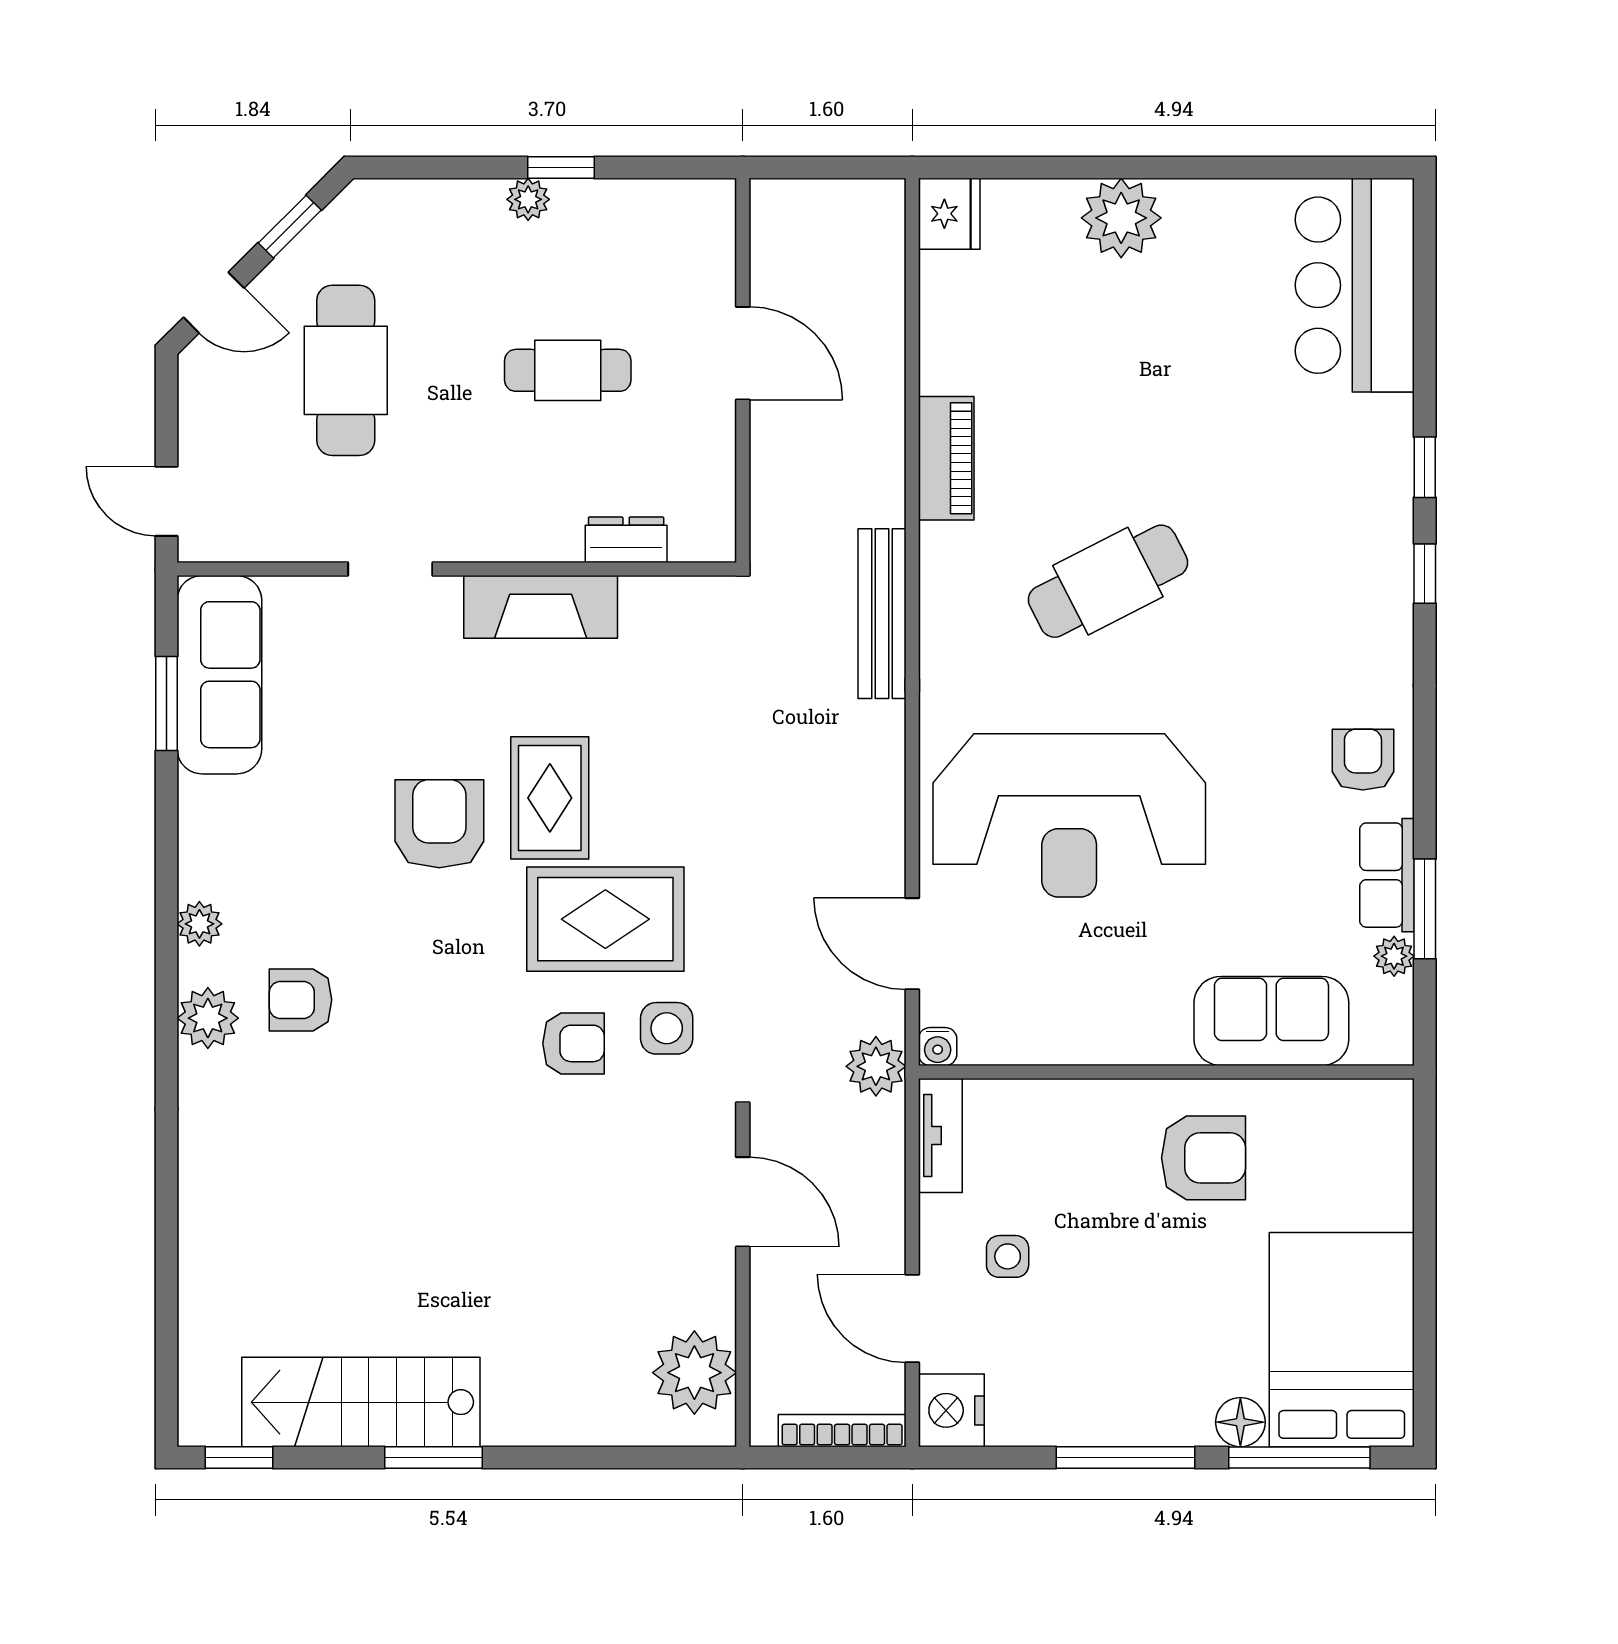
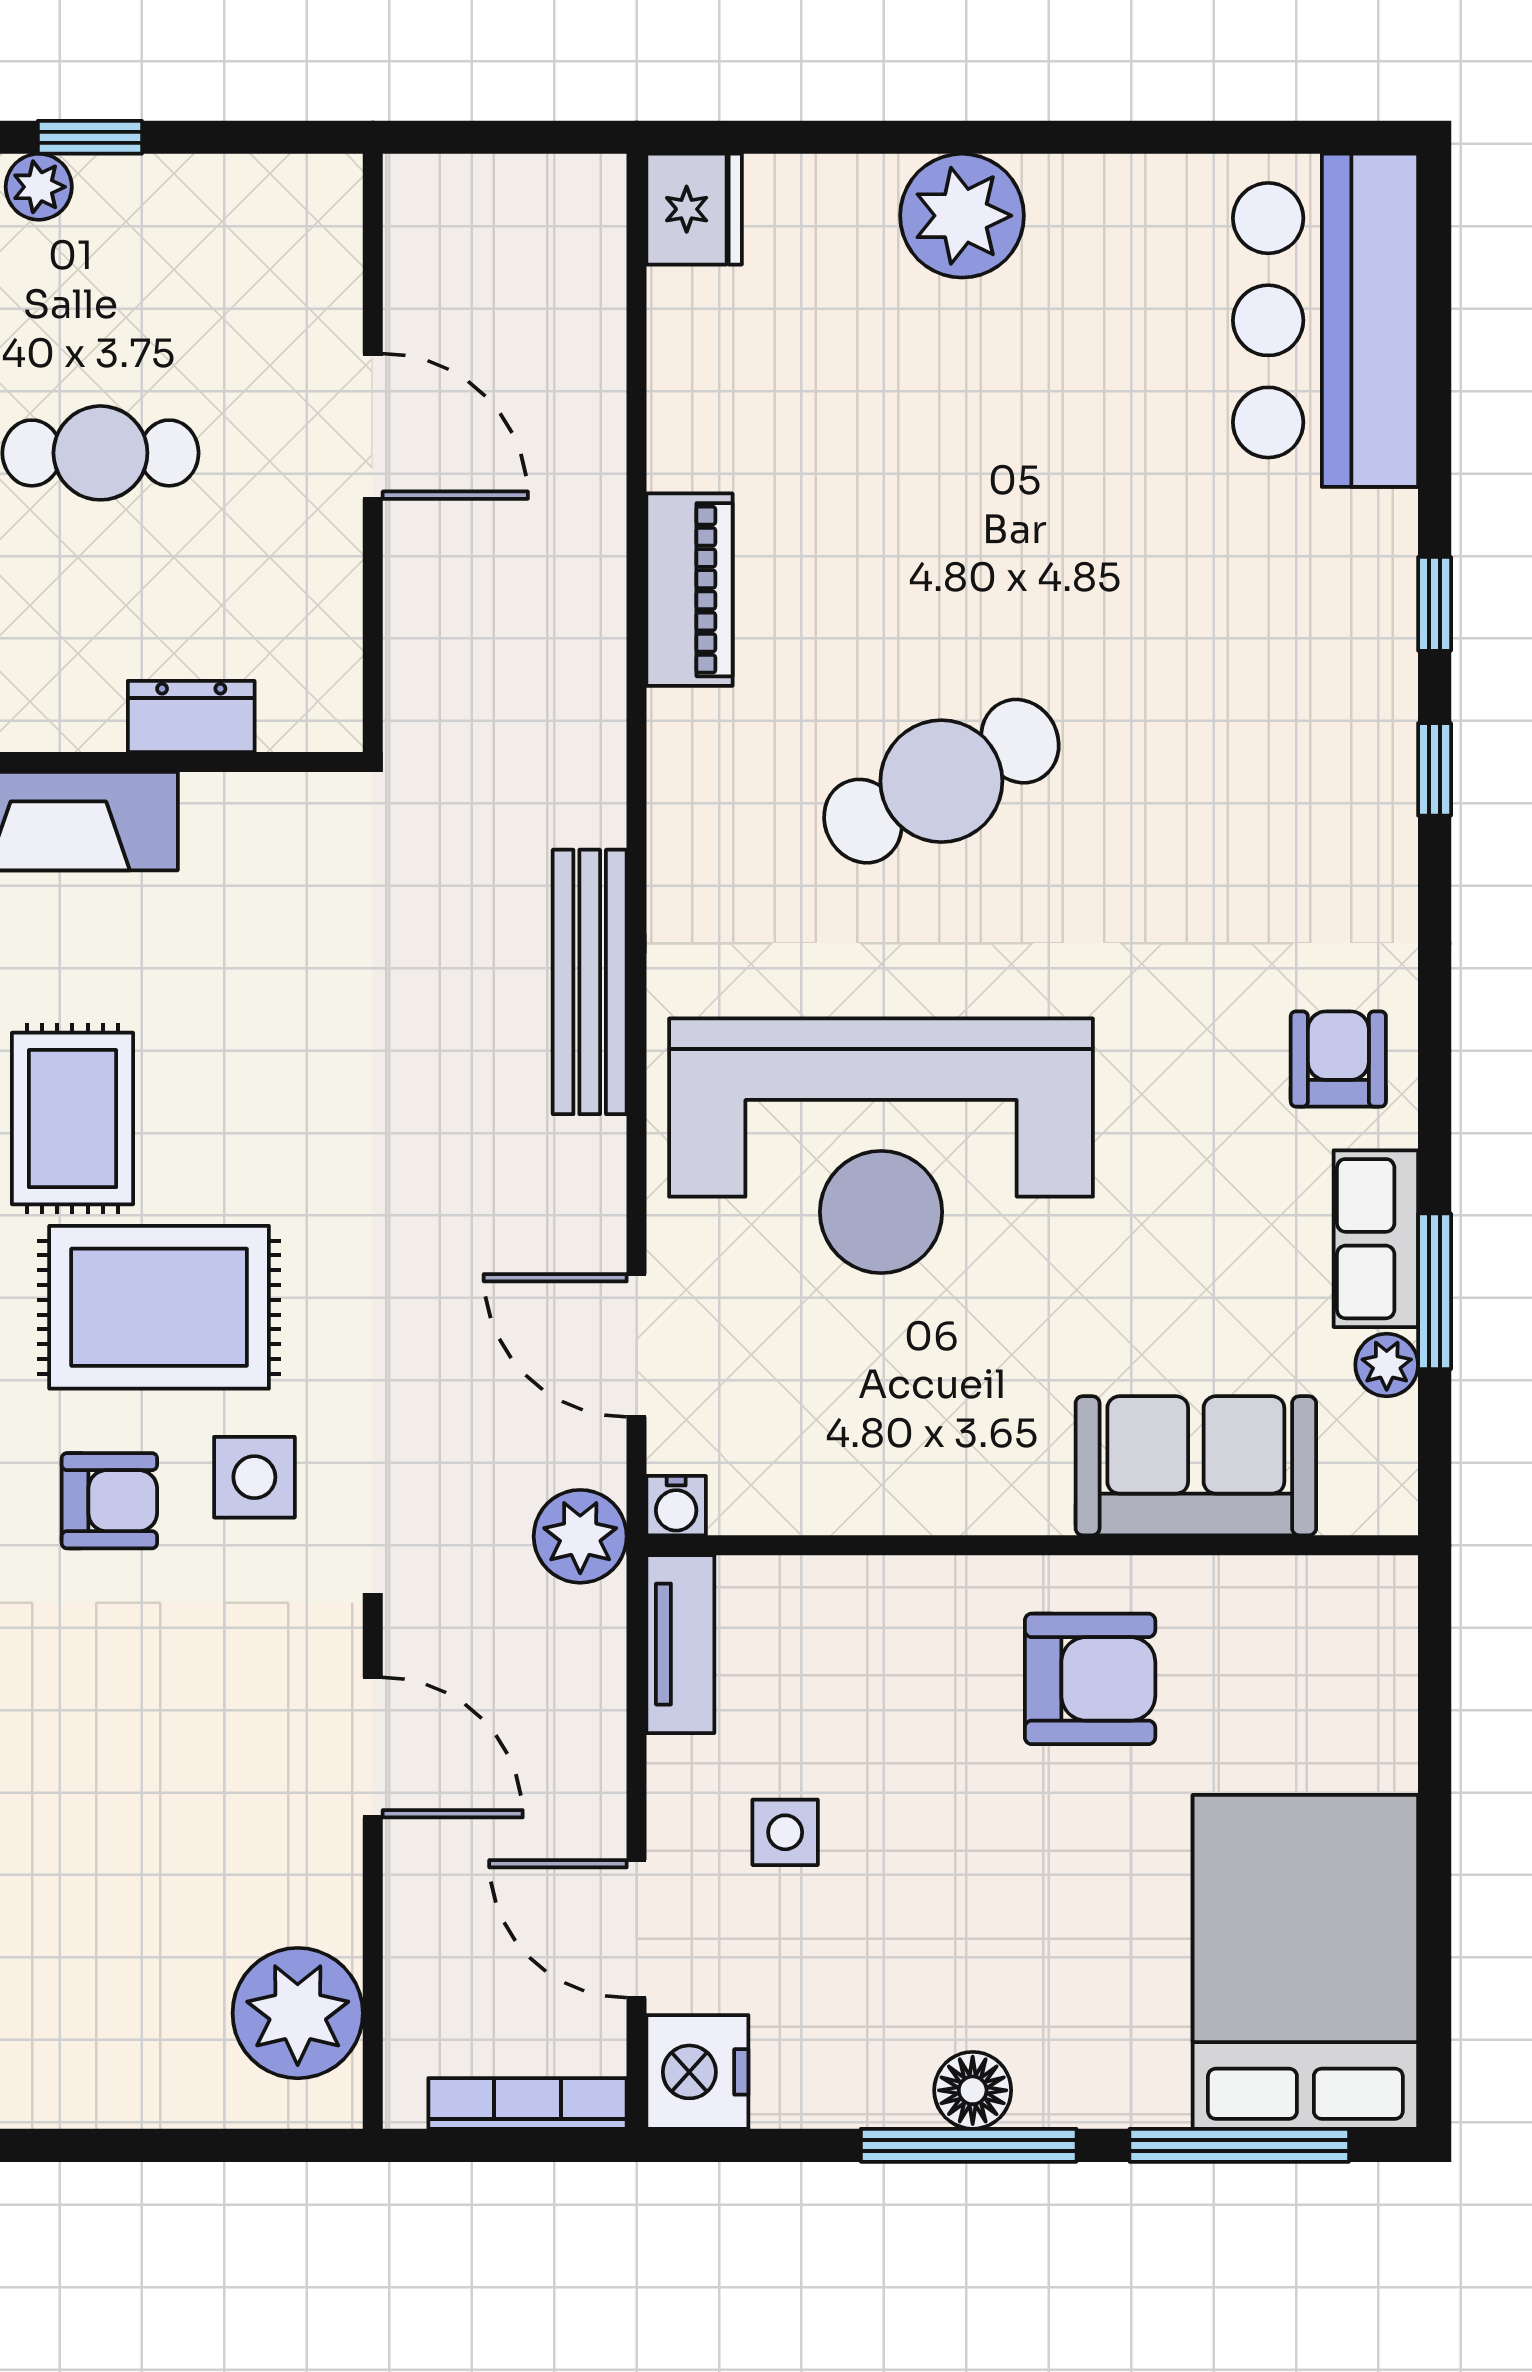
bench: (882, 614) -> (590, 982), moved
floor lamp: (1240, 1422) -> (973, 2090), moved

